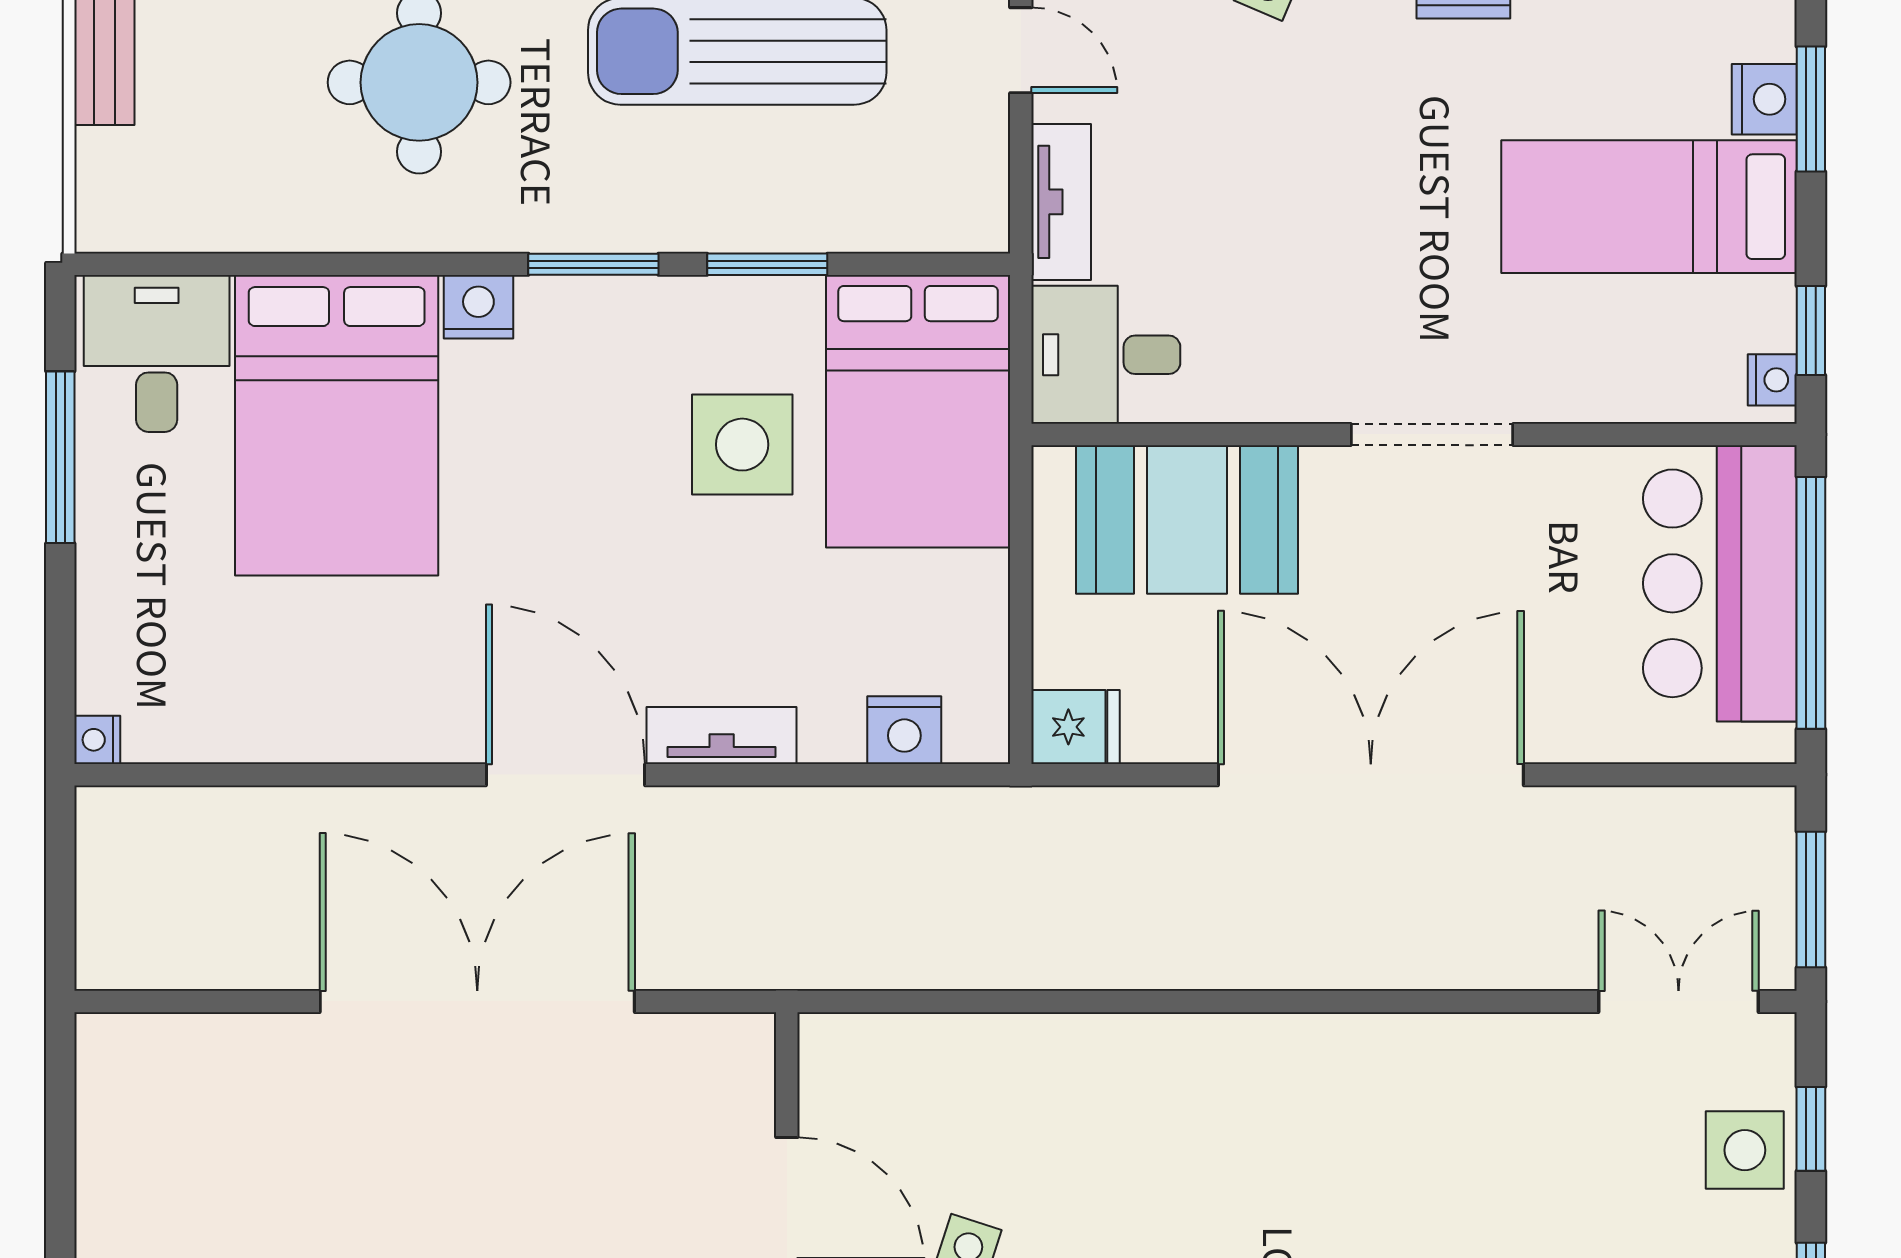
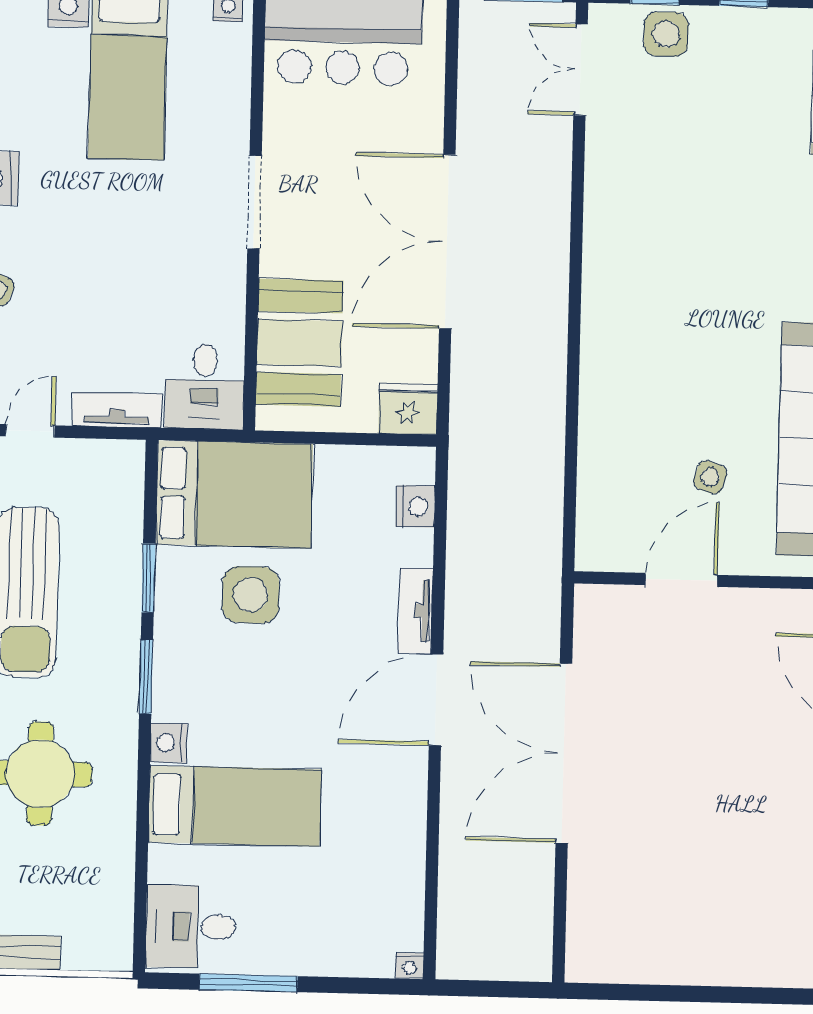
bed: (337, 425) -> (235, 806), width x0.67
fridge: (1075, 727) -> (408, 409), width x1.38

